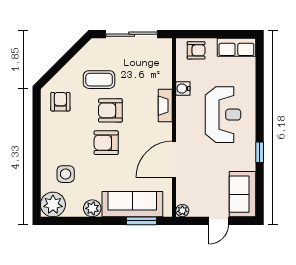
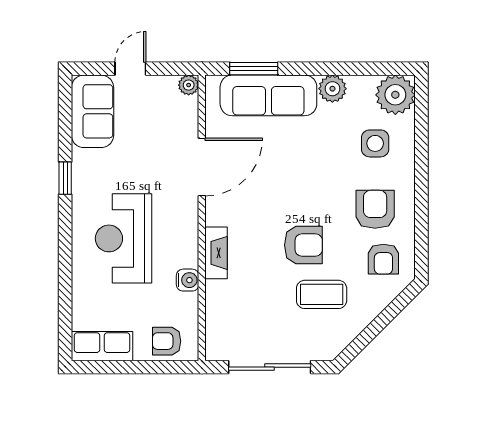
armchair: (106, 143) -> (375, 209), moved, turned -90

